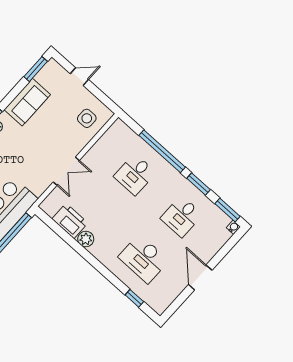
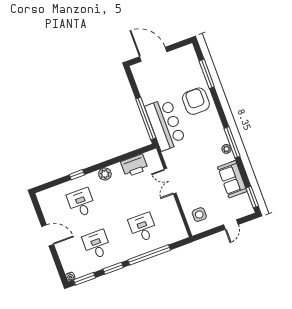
plant: (86, 239) -> (105, 174), moved
desk: (143, 259) -> (81, 203), width x0.73
window: (134, 298) -> (77, 175), moved

